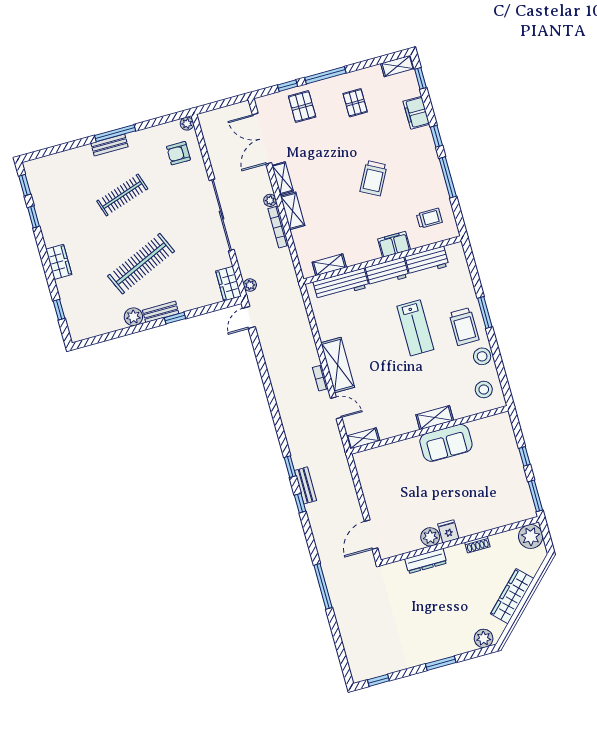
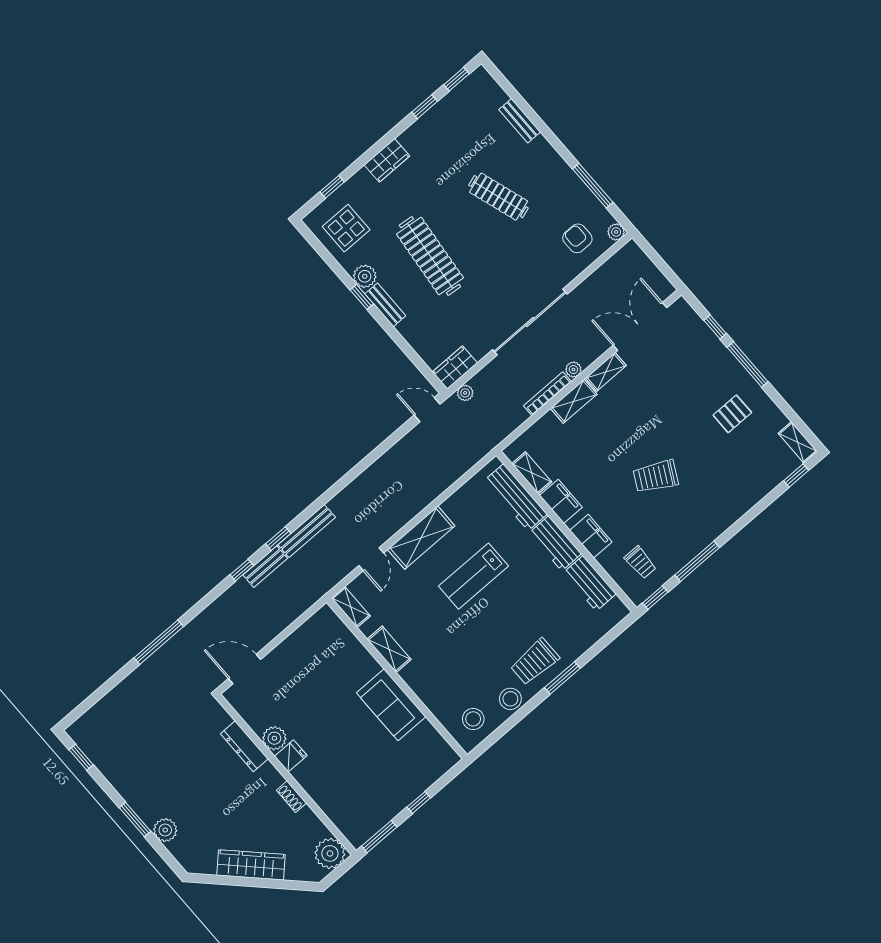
pallet: (302, 107) -> (699, 355), removed
filing cabinet: (416, 113) -> (561, 501), moved, turned 90
window: (115, 133) -> (593, 186), moved
window: (436, 136) -> (655, 598), moved
bench: (110, 145) -> (520, 121), moved
clothes rail: (141, 264) -> (430, 256), turned 30
display table: (93, 314) -> (346, 228), added
window: (175, 318) -> (362, 297), moved
lab bench: (415, 328) -> (474, 576), moved
bookcase: (320, 378) -> (397, 525), removed
shelving: (435, 418) -> (389, 649), moved
bench: (294, 444) -> (307, 531), added
plant: (484, 638) -> (165, 830), moved

